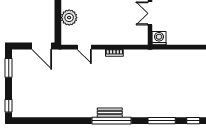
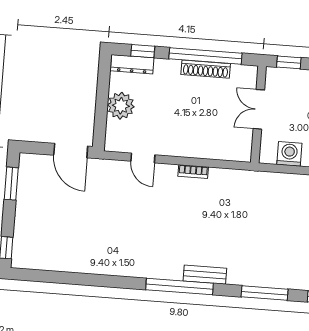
washing machine: (159, 38) -> (289, 154), moved
bench: (110, 113) -> (205, 275), moved

